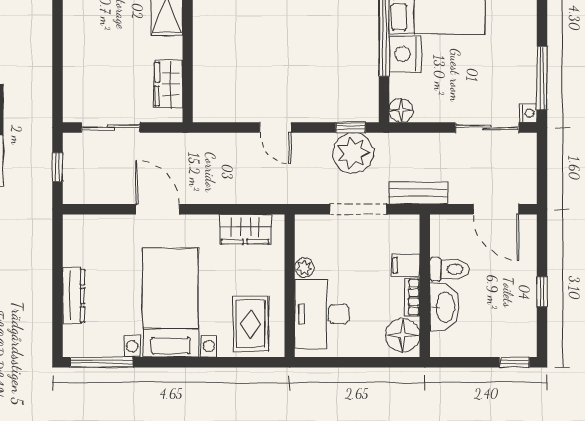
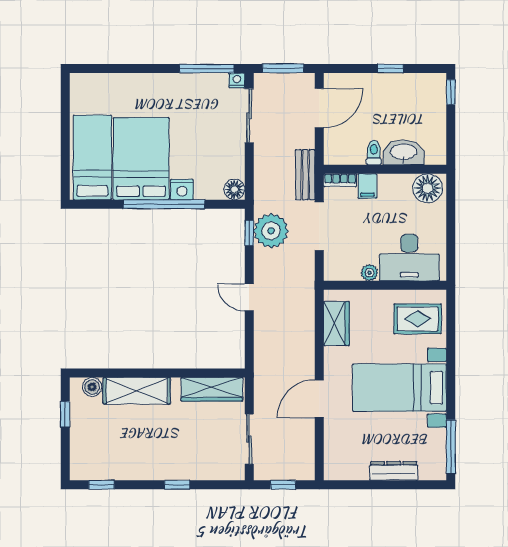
window: (58, 44) -> (177, 485), added
nightstand: (405, 54) -> (182, 190), width x0.74, depth x0.75
wardrobe: (169, 84) -> (212, 389), width x1.50
door: (275, 128) -> (249, 297), swing flipped
window: (542, 167) -> (283, 68), added
toilet: (450, 269) -> (374, 153), width x0.73, depth x0.72
bookcase: (412, 297) -> (340, 180), moved

